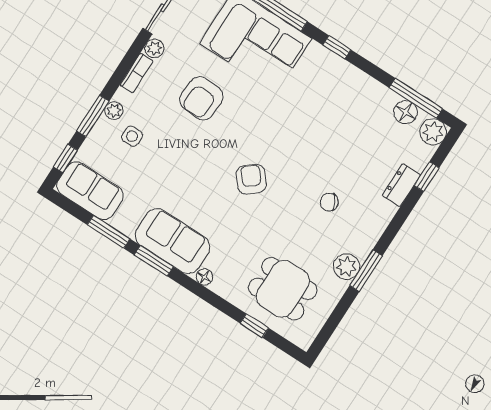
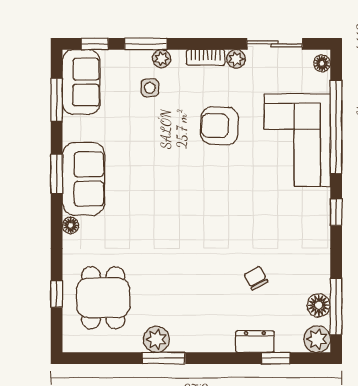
armchair: (251, 179) -> (178, 212), removed
chair: (329, 202) -> (256, 278), moved
window: (109, 232) -> (57, 100), moved

